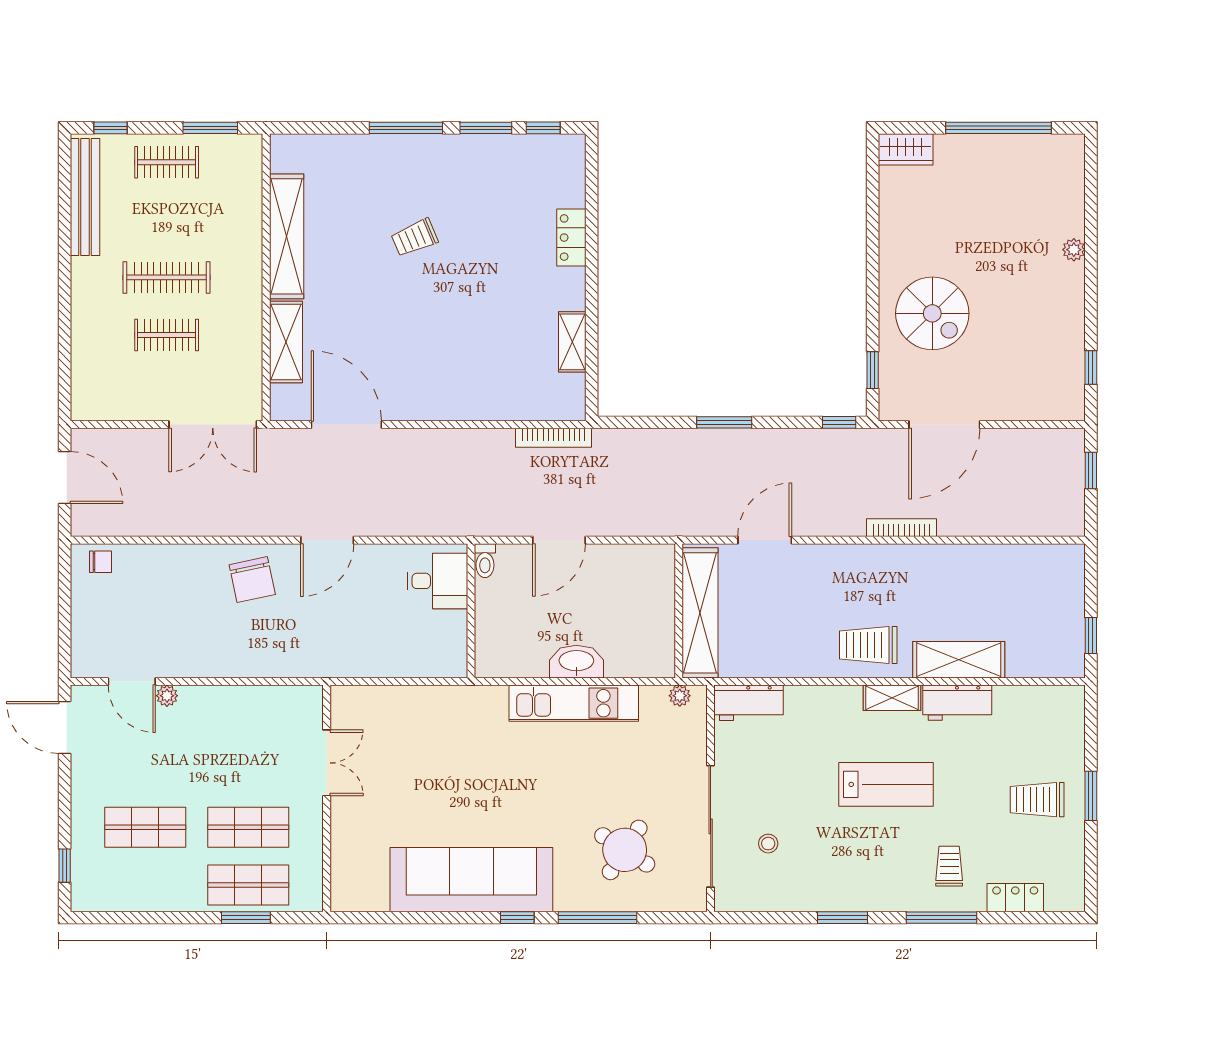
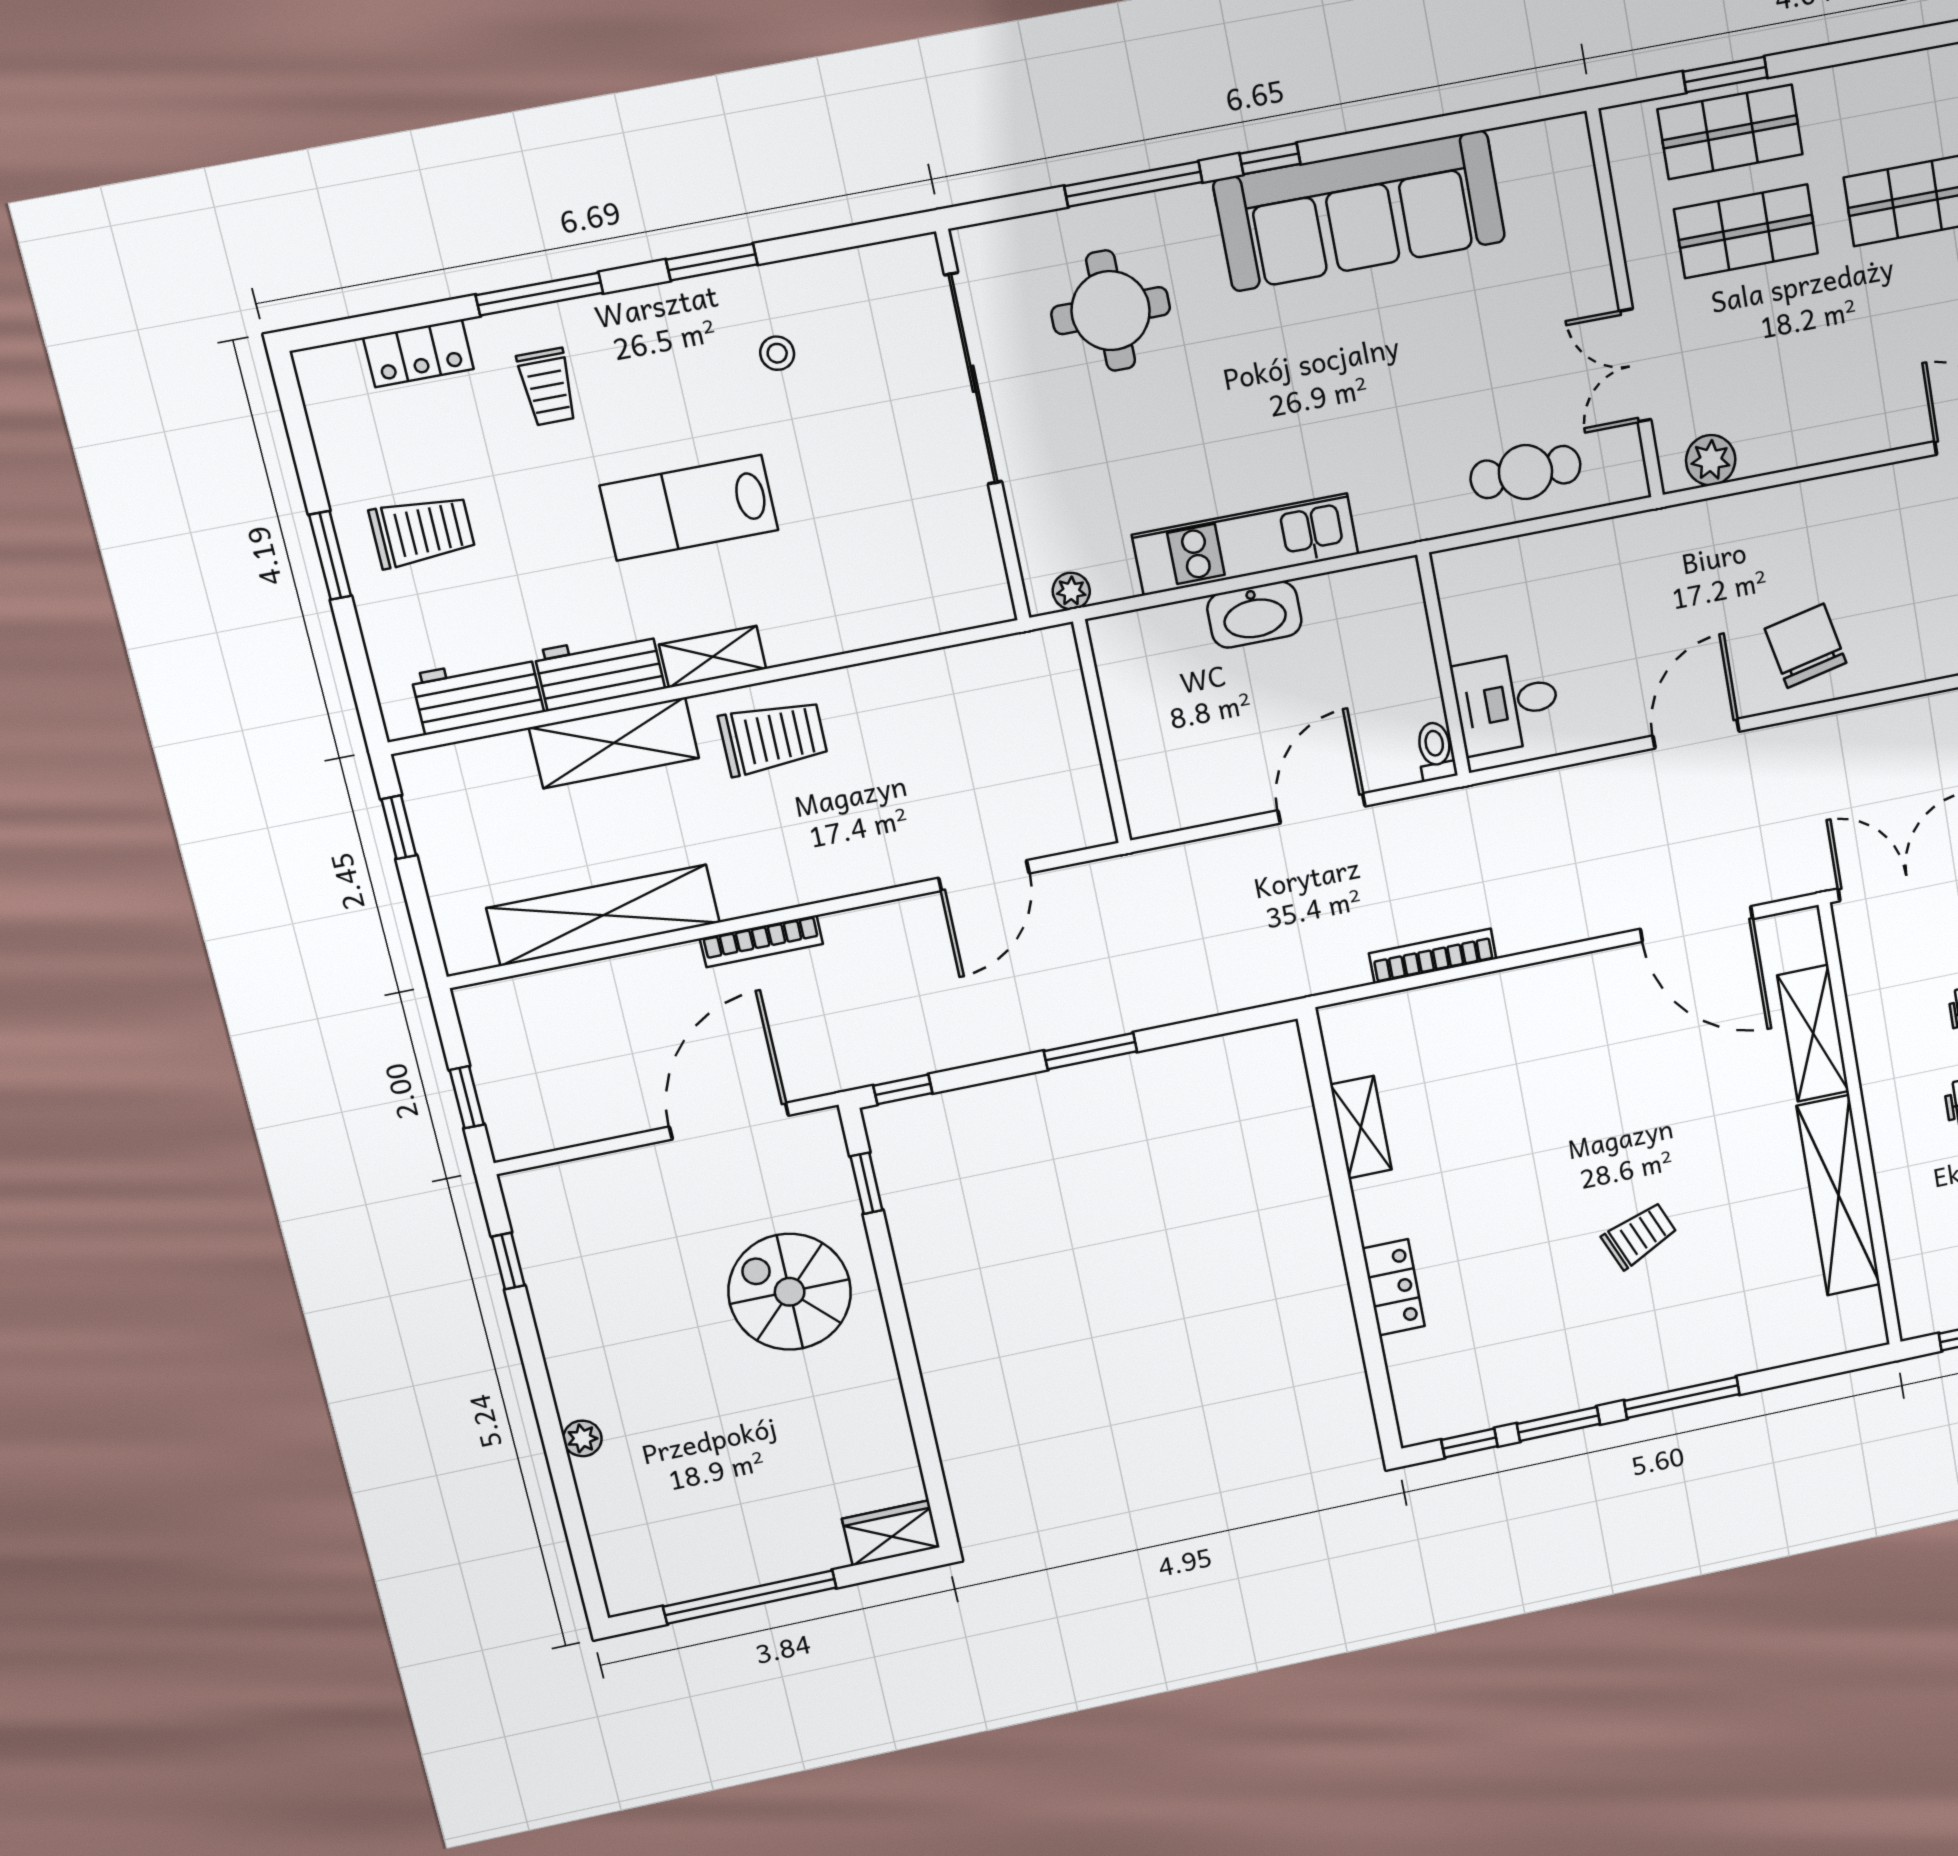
bookcase: (553, 438) -> (1433, 956), moved
shelving: (700, 613) -> (603, 915), moved, turned 90
plant: (167, 696) -> (1711, 460), moved, width x1.38, depth x1.38
workbench: (749, 703) -> (477, 694), moved
cafe table: (402, 714) -> (1525, 472), added
stool: (768, 844) -> (777, 353), moved
round table: (625, 850) -> (1111, 311), turned -33

